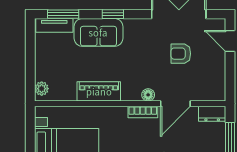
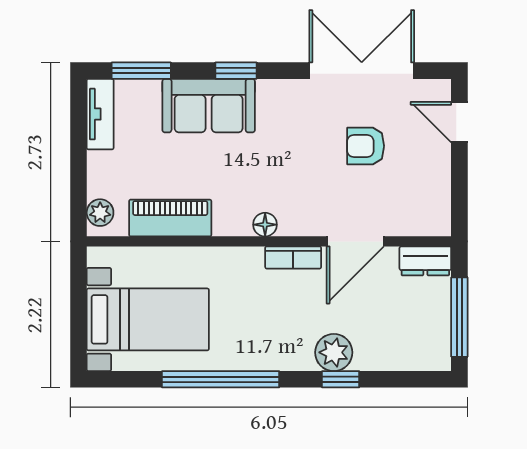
tv unit: (54, 25) -> (100, 114), moved, turned -90
piano: (99, 91) -> (170, 218), moved
floor lamp: (148, 95) -> (265, 225), moved

